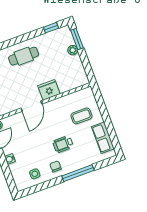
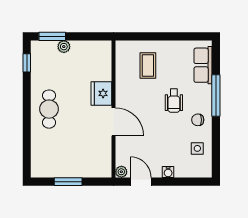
row of seats: (103, 138) -> (203, 65), moved, turned 90

